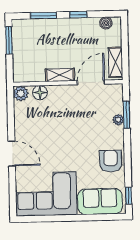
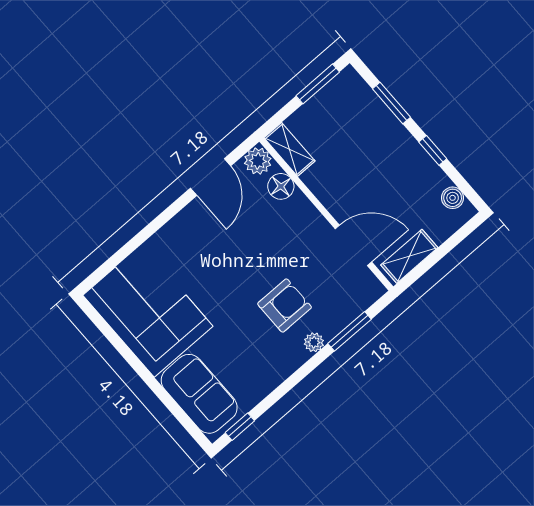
shelving: (60, 75) -> (290, 149), moved
plant: (118, 120) -> (314, 342), moved
door: (12, 153) -> (211, 177), moved
armchair: (111, 161) -> (285, 306), moved

